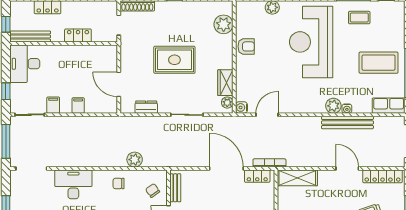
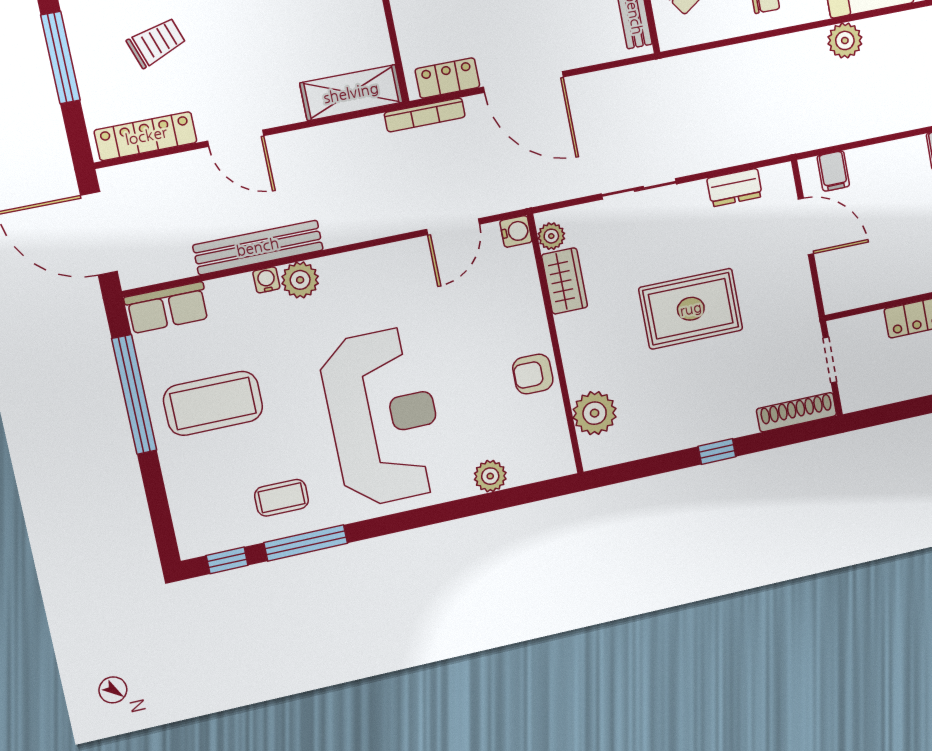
filing cabinet: (78, 105) -> (833, 171), moved
plant: (135, 160) -> (845, 40), moved

